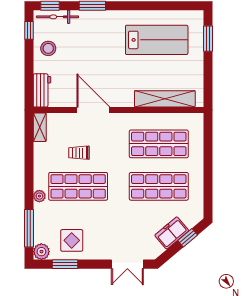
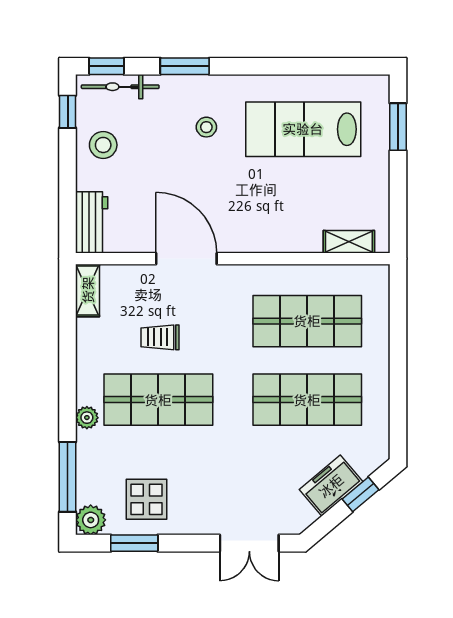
stool: (104, 39) -> (206, 127), added
lab bench: (157, 40) -> (303, 129), turned 180
shelving: (165, 99) -> (349, 242), width x0.45, depth x0.75

